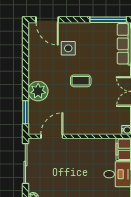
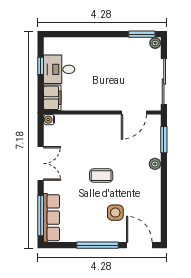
window: (108, 20) -> (97, 245), moved
plant: (38, 91) -> (155, 164), width x0.53, depth x0.53

